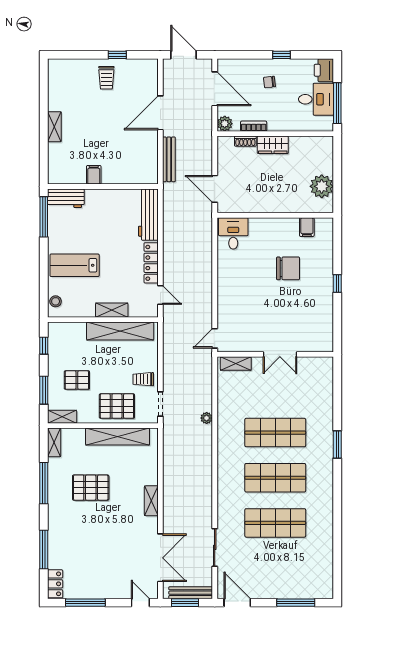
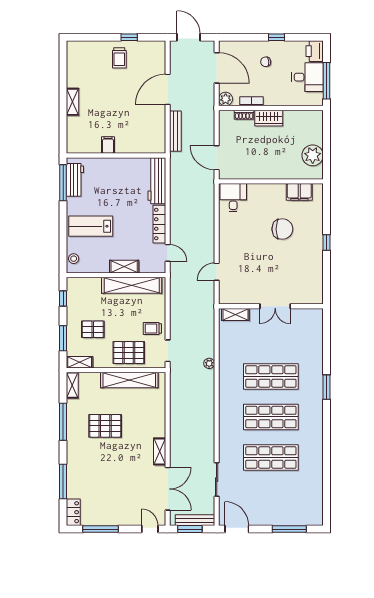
workbench: (66, 198) -> (75, 180), moved, turned -90
filing cabinet: (307, 227) -> (299, 192), width x2.00
door: (215, 338) -> (217, 272), moved
shelving: (151, 501) -> (160, 451), moved

